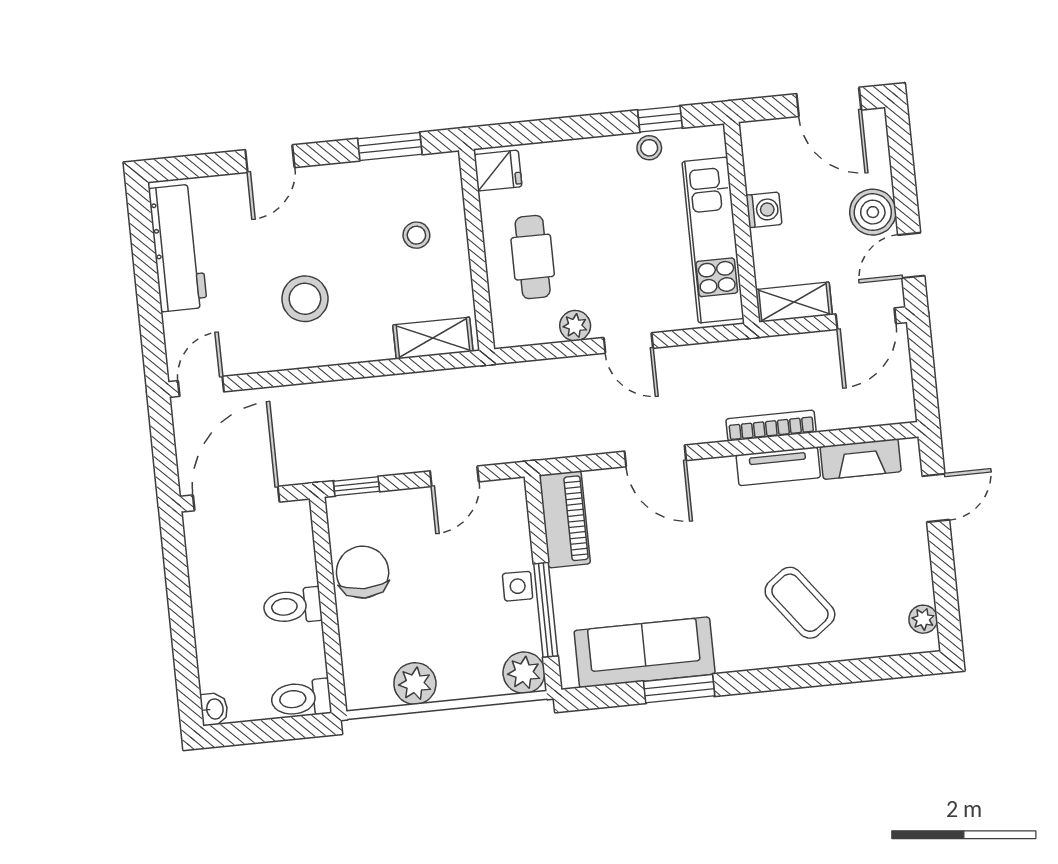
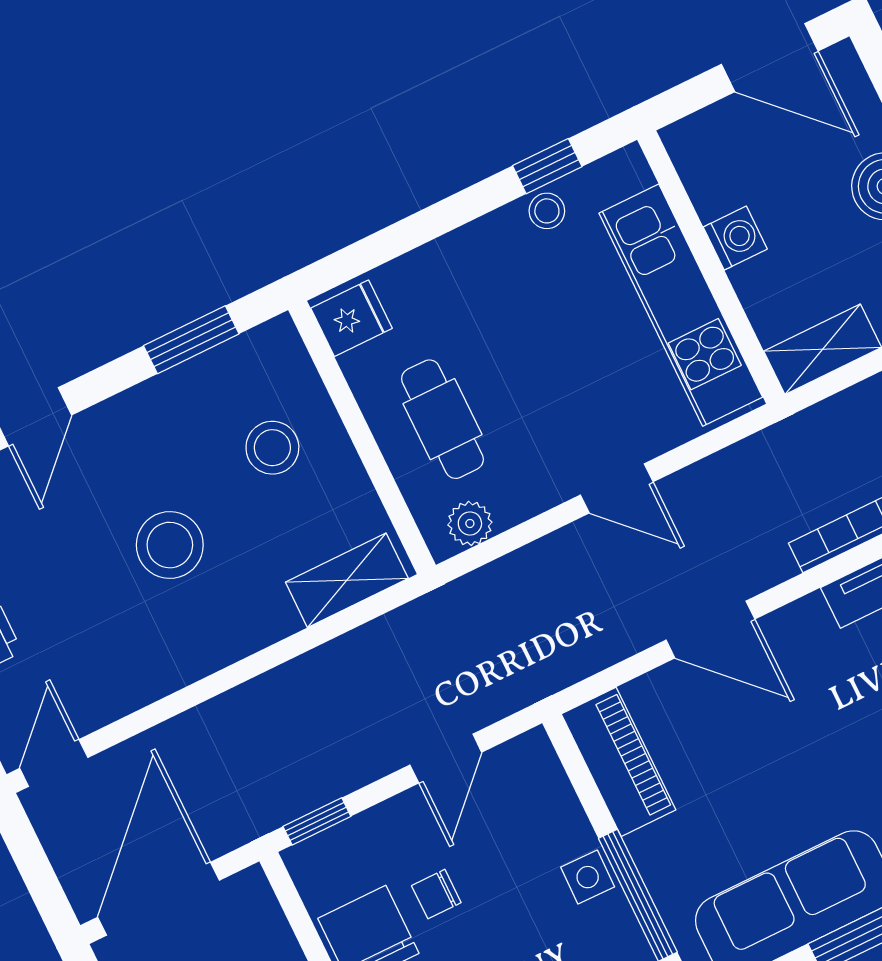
stool: (416, 235) -> (272, 448), width x1.37, depth x1.37
stool: (305, 299) -> (170, 545), moved
plant: (575, 326) -> (470, 523), moved
chair: (416, 561) -> (436, 894), added

